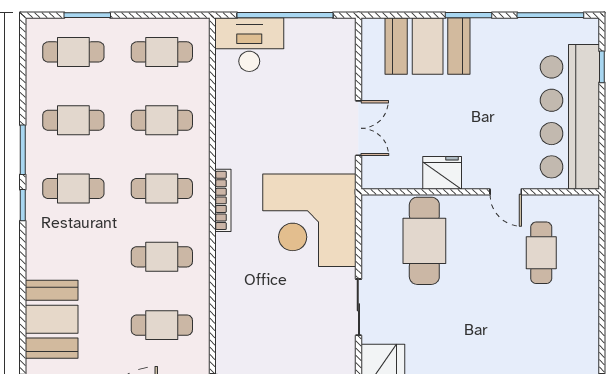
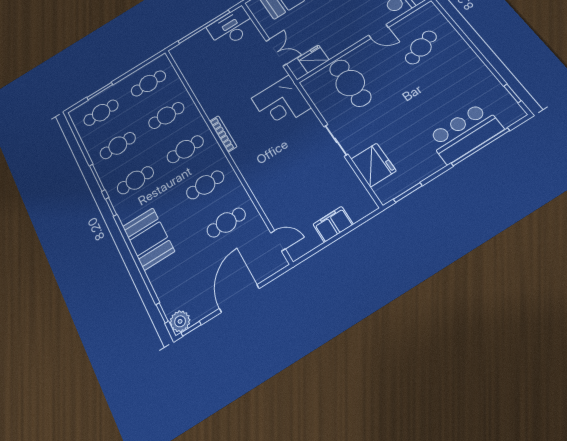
desk: (249, 45) -> (231, 28), moved
fridge: (442, 173) -> (313, 59), moved
corner desk: (309, 220) -> (281, 103), width x0.74, depth x0.74
cafe table: (541, 253) -> (421, 47), turned 69
booth: (52, 319) -> (148, 239), moved

